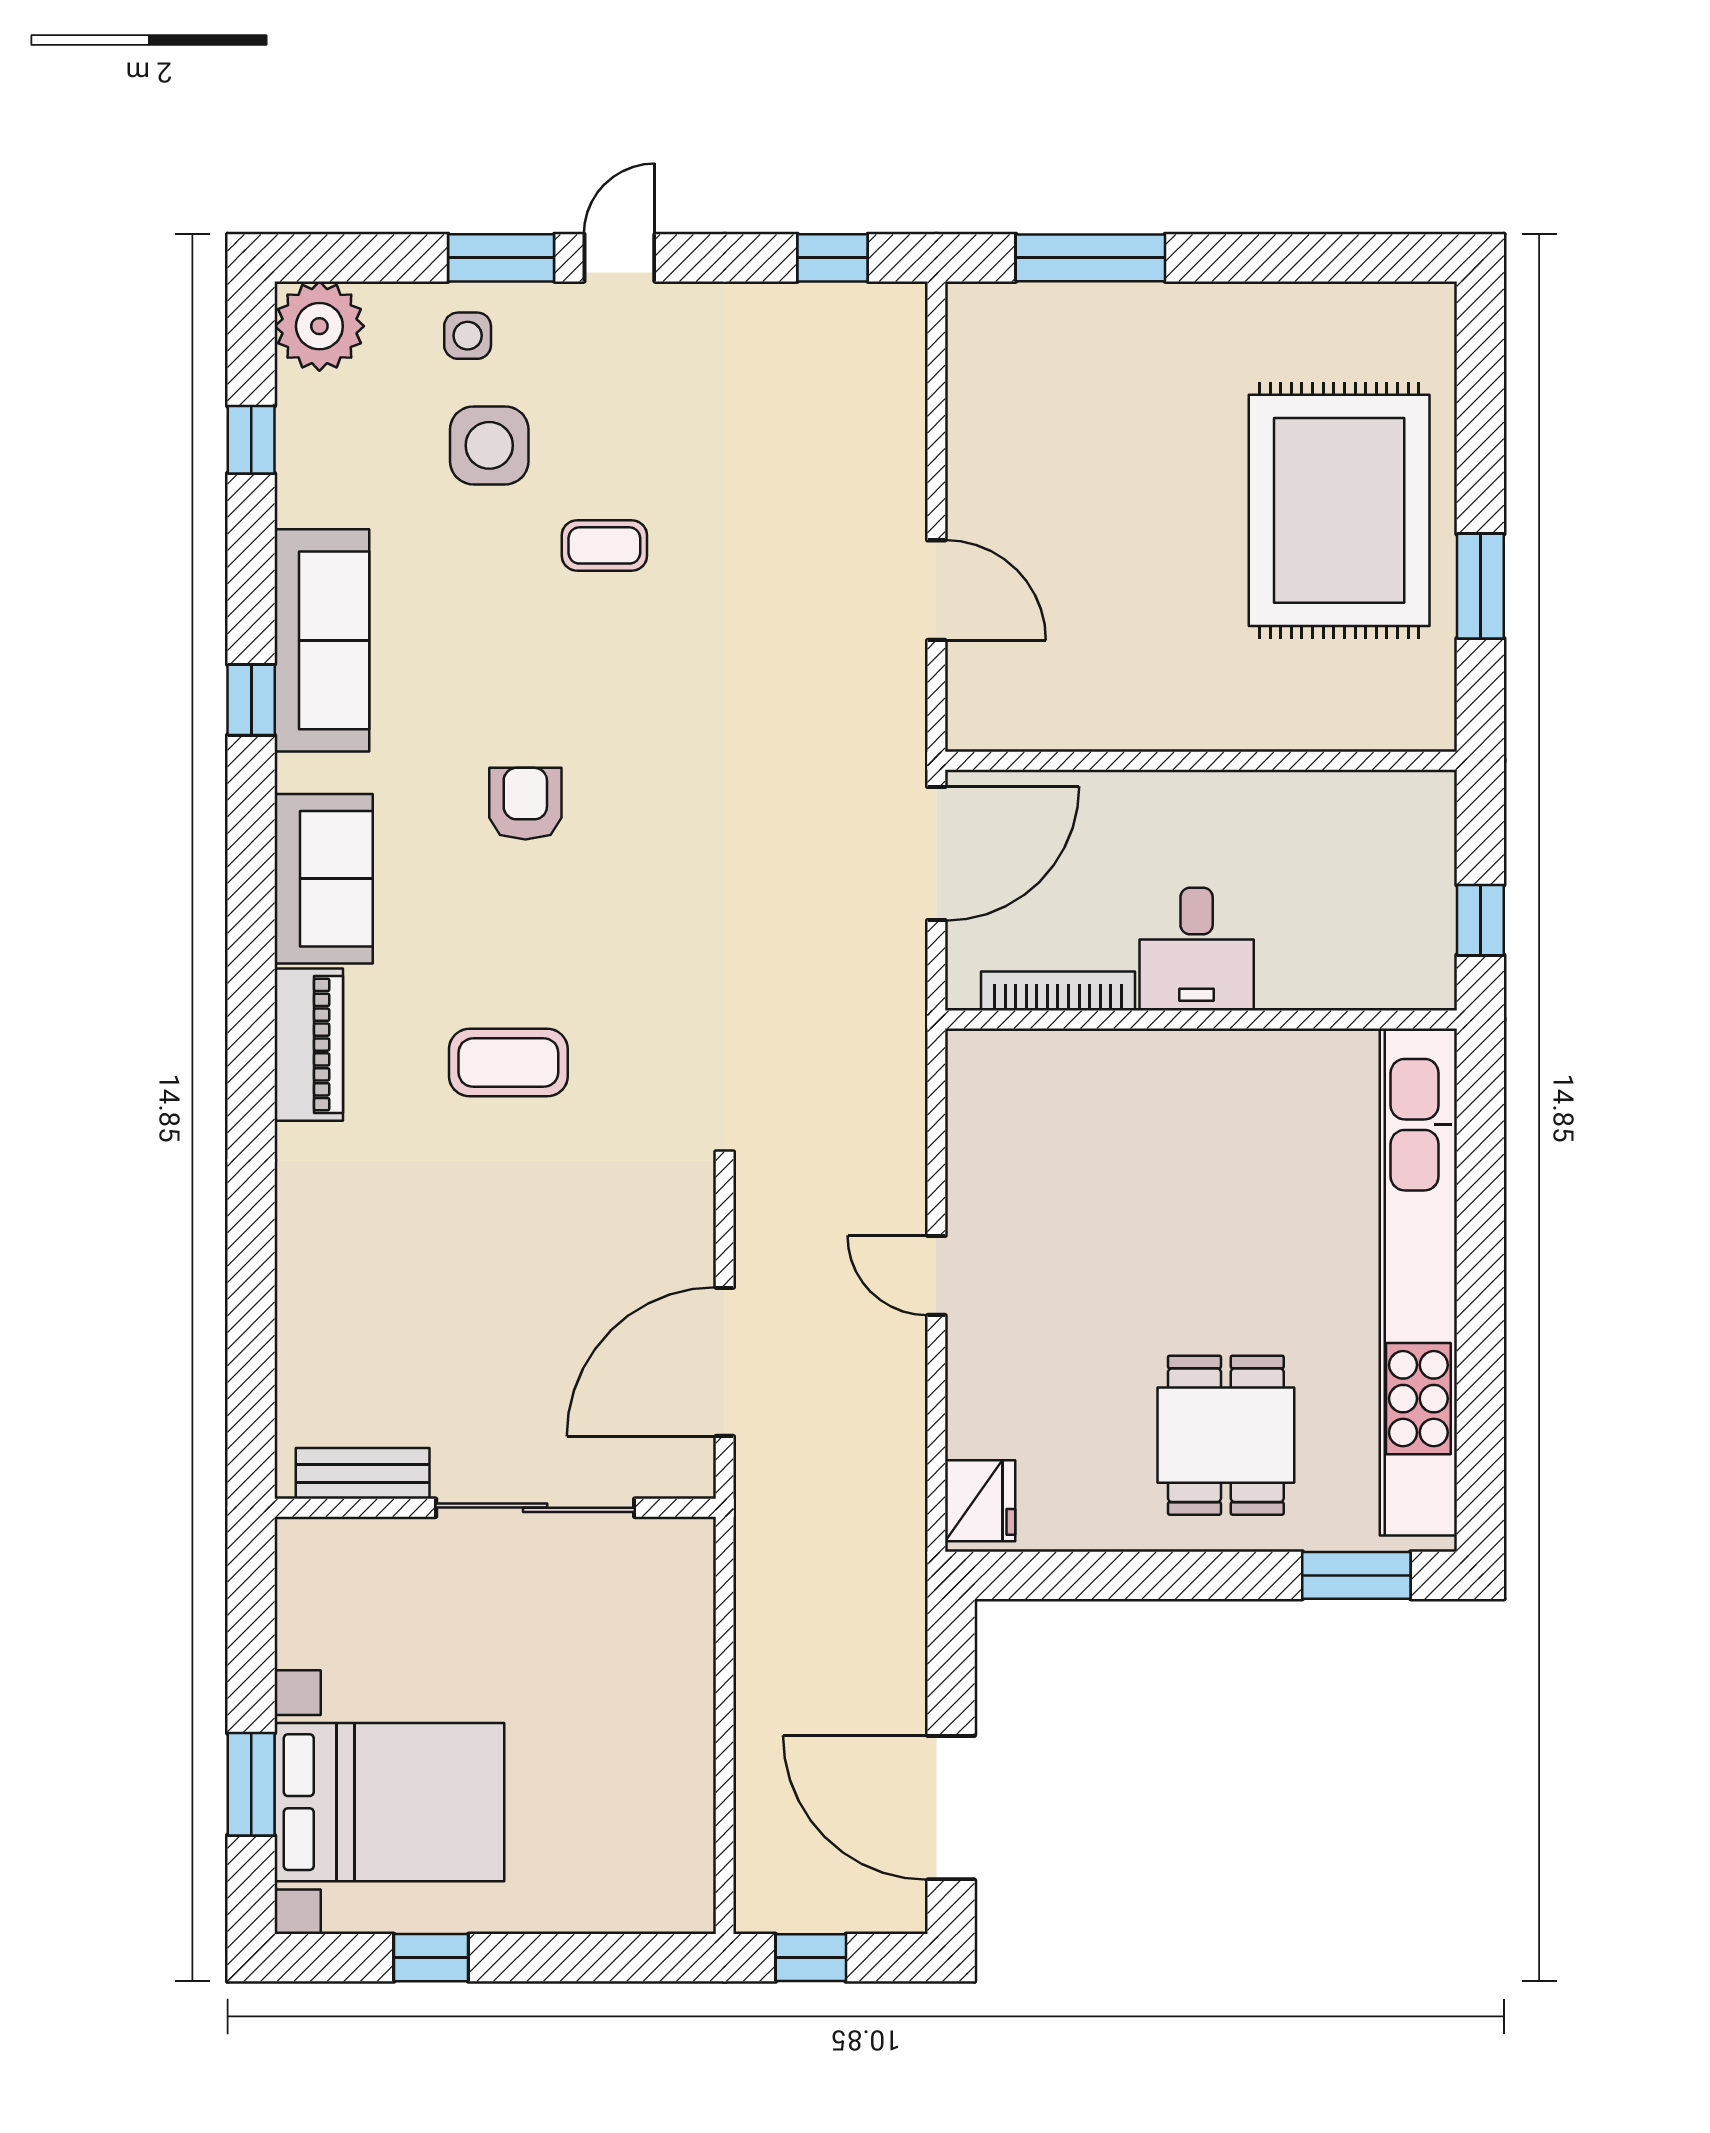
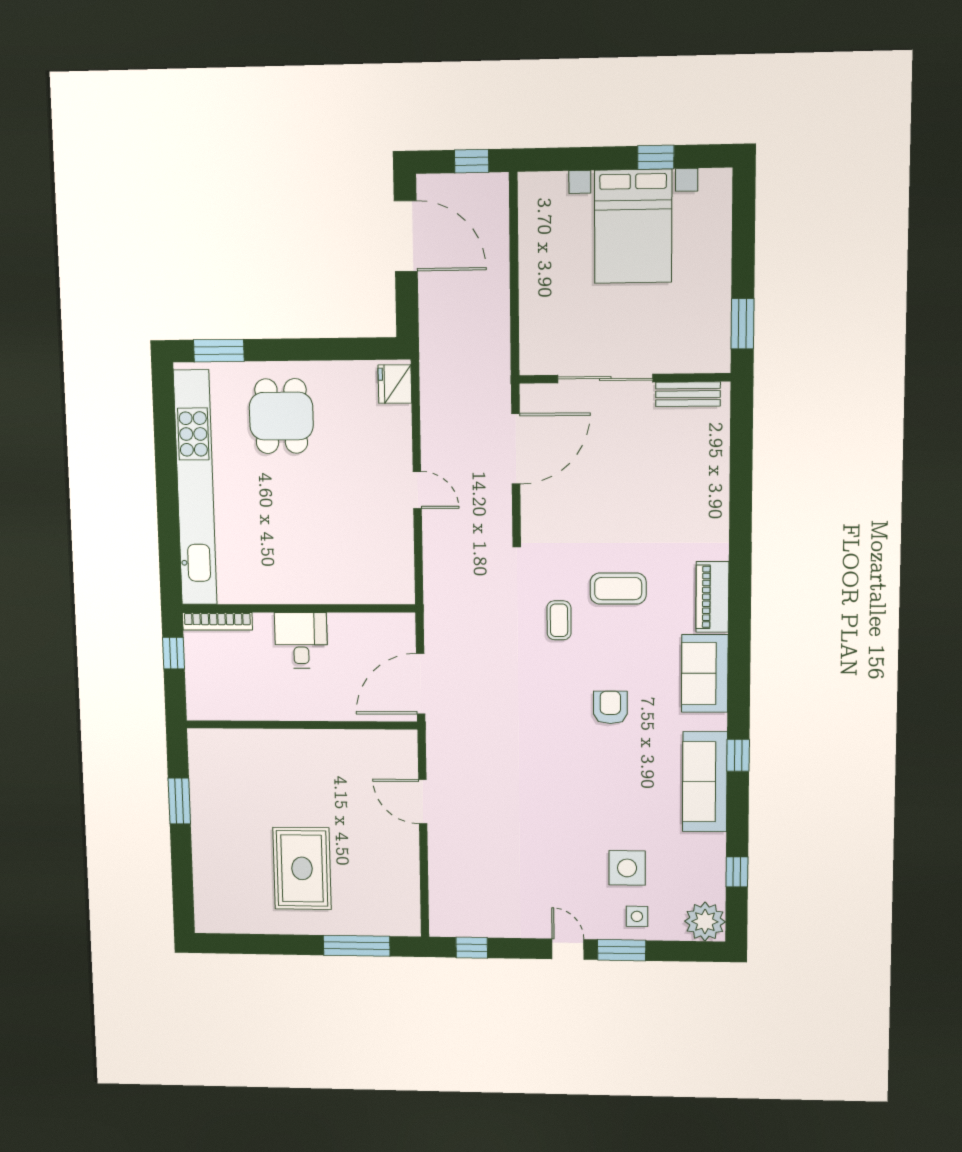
door: (619, 258) -> (568, 949), swing flipped
rug: (1339, 510) -> (302, 868), moved, width x0.73, depth x0.69
coffee table: (604, 545) -> (559, 620), moved, turned 90
armchair: (525, 804) -> (610, 707), turned 180
bookcase: (1058, 991) -> (217, 621), moved
window: (251, 1784) -> (742, 324), moved
bed with nightstands: (389, 1802) -> (633, 226), moved, turned -90

